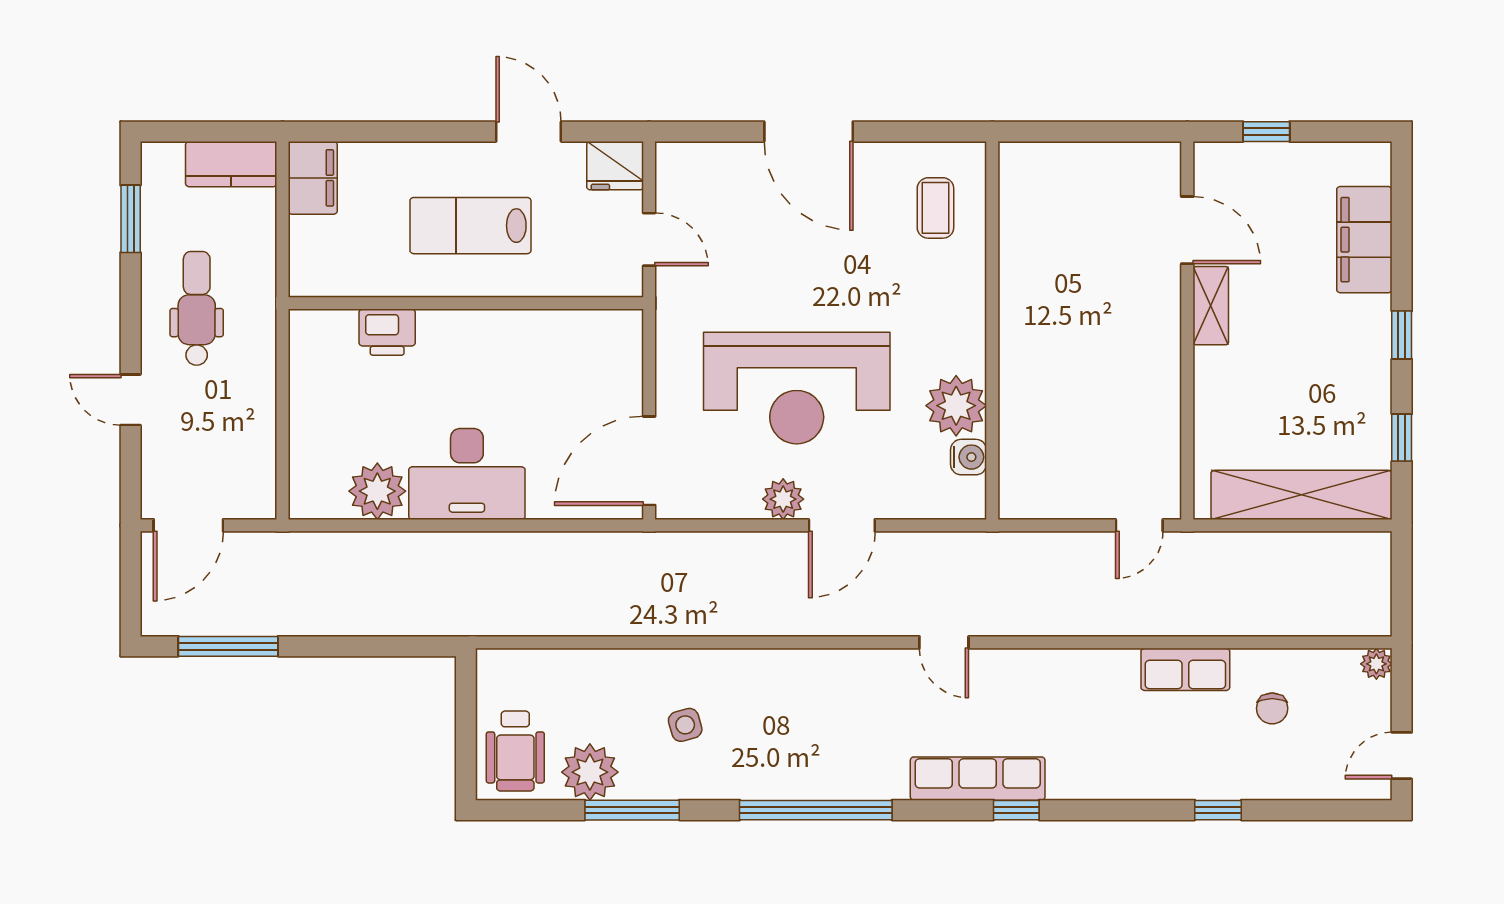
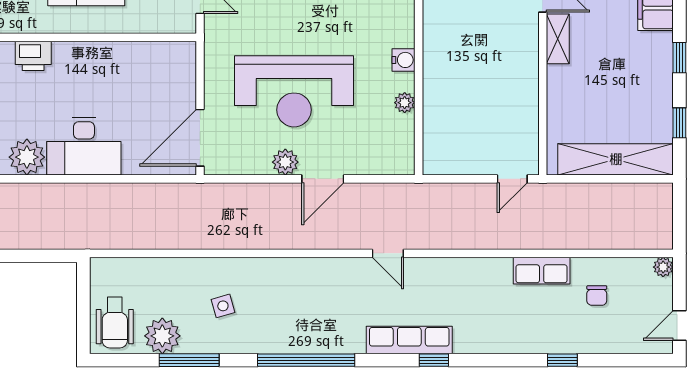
plant: (956, 406) -> (405, 103), width x0.53, depth x0.53
water cooler: (969, 457) -> (403, 60), moved

